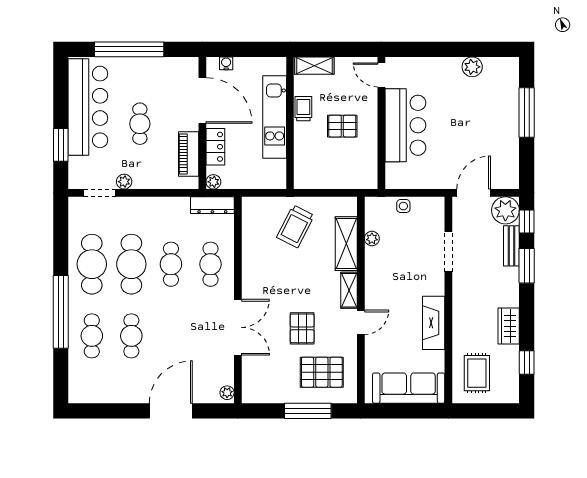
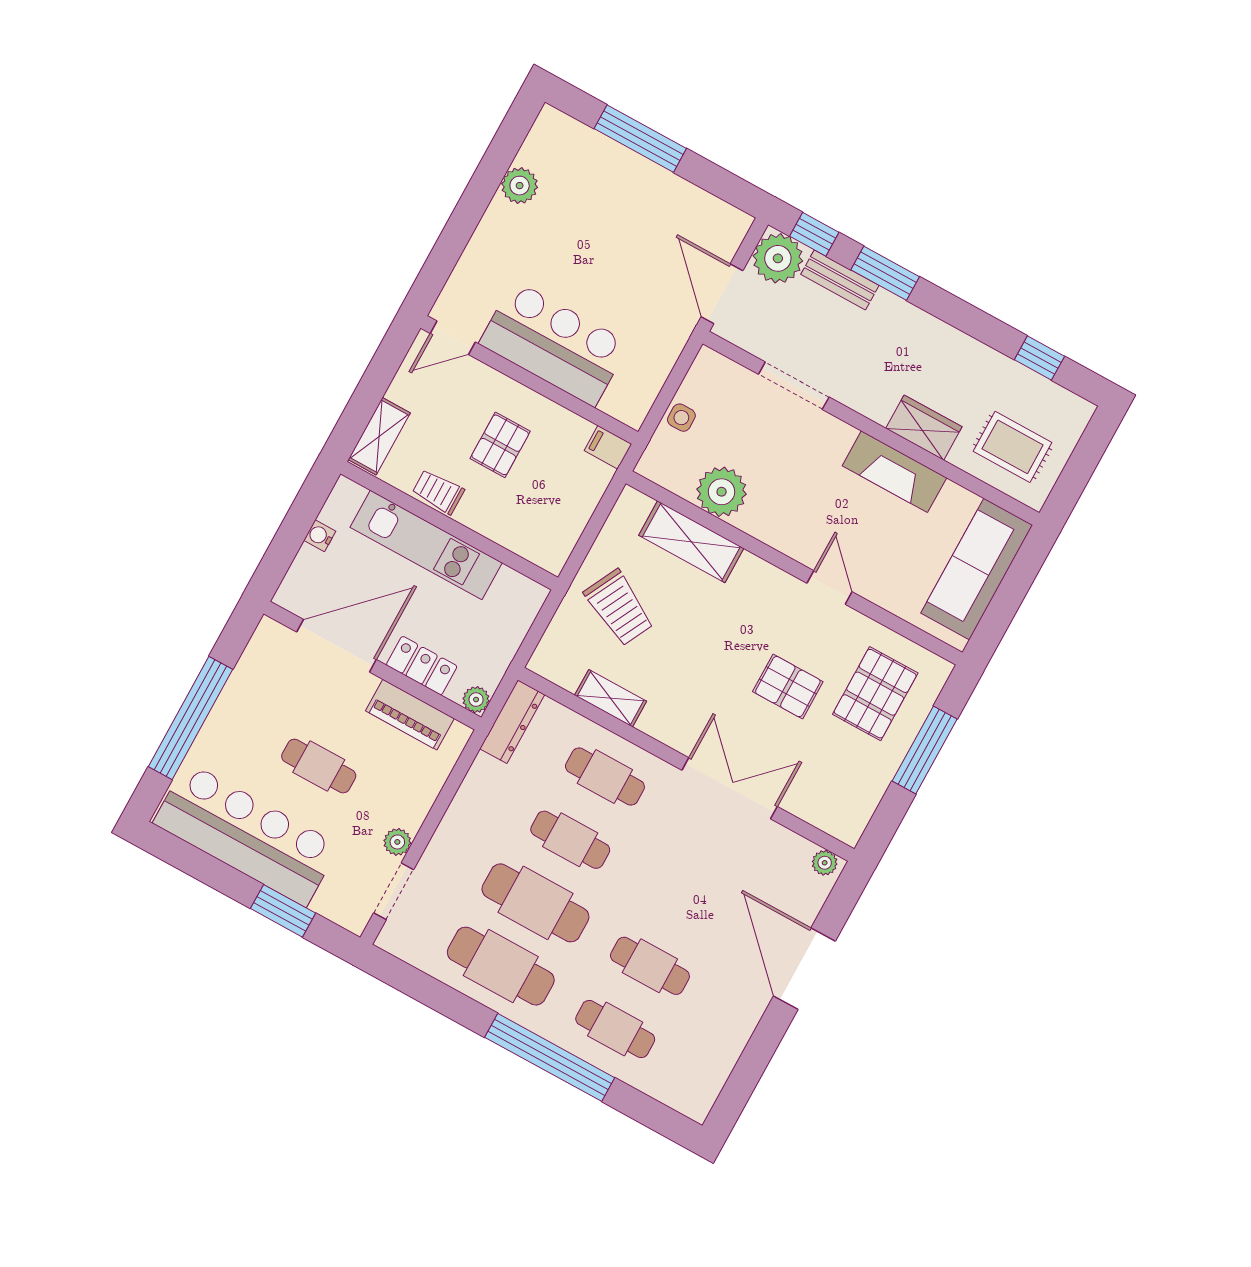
water cooler: (226, 63) -> (320, 536), moved
filing cabinet: (370, 179) -> (608, 447), added
plant: (372, 239) -> (722, 492), width x1.88, depth x1.88
shelving: (349, 290) -> (611, 698), moved
wardrobe: (509, 326) -> (924, 428), moved, turned 180

